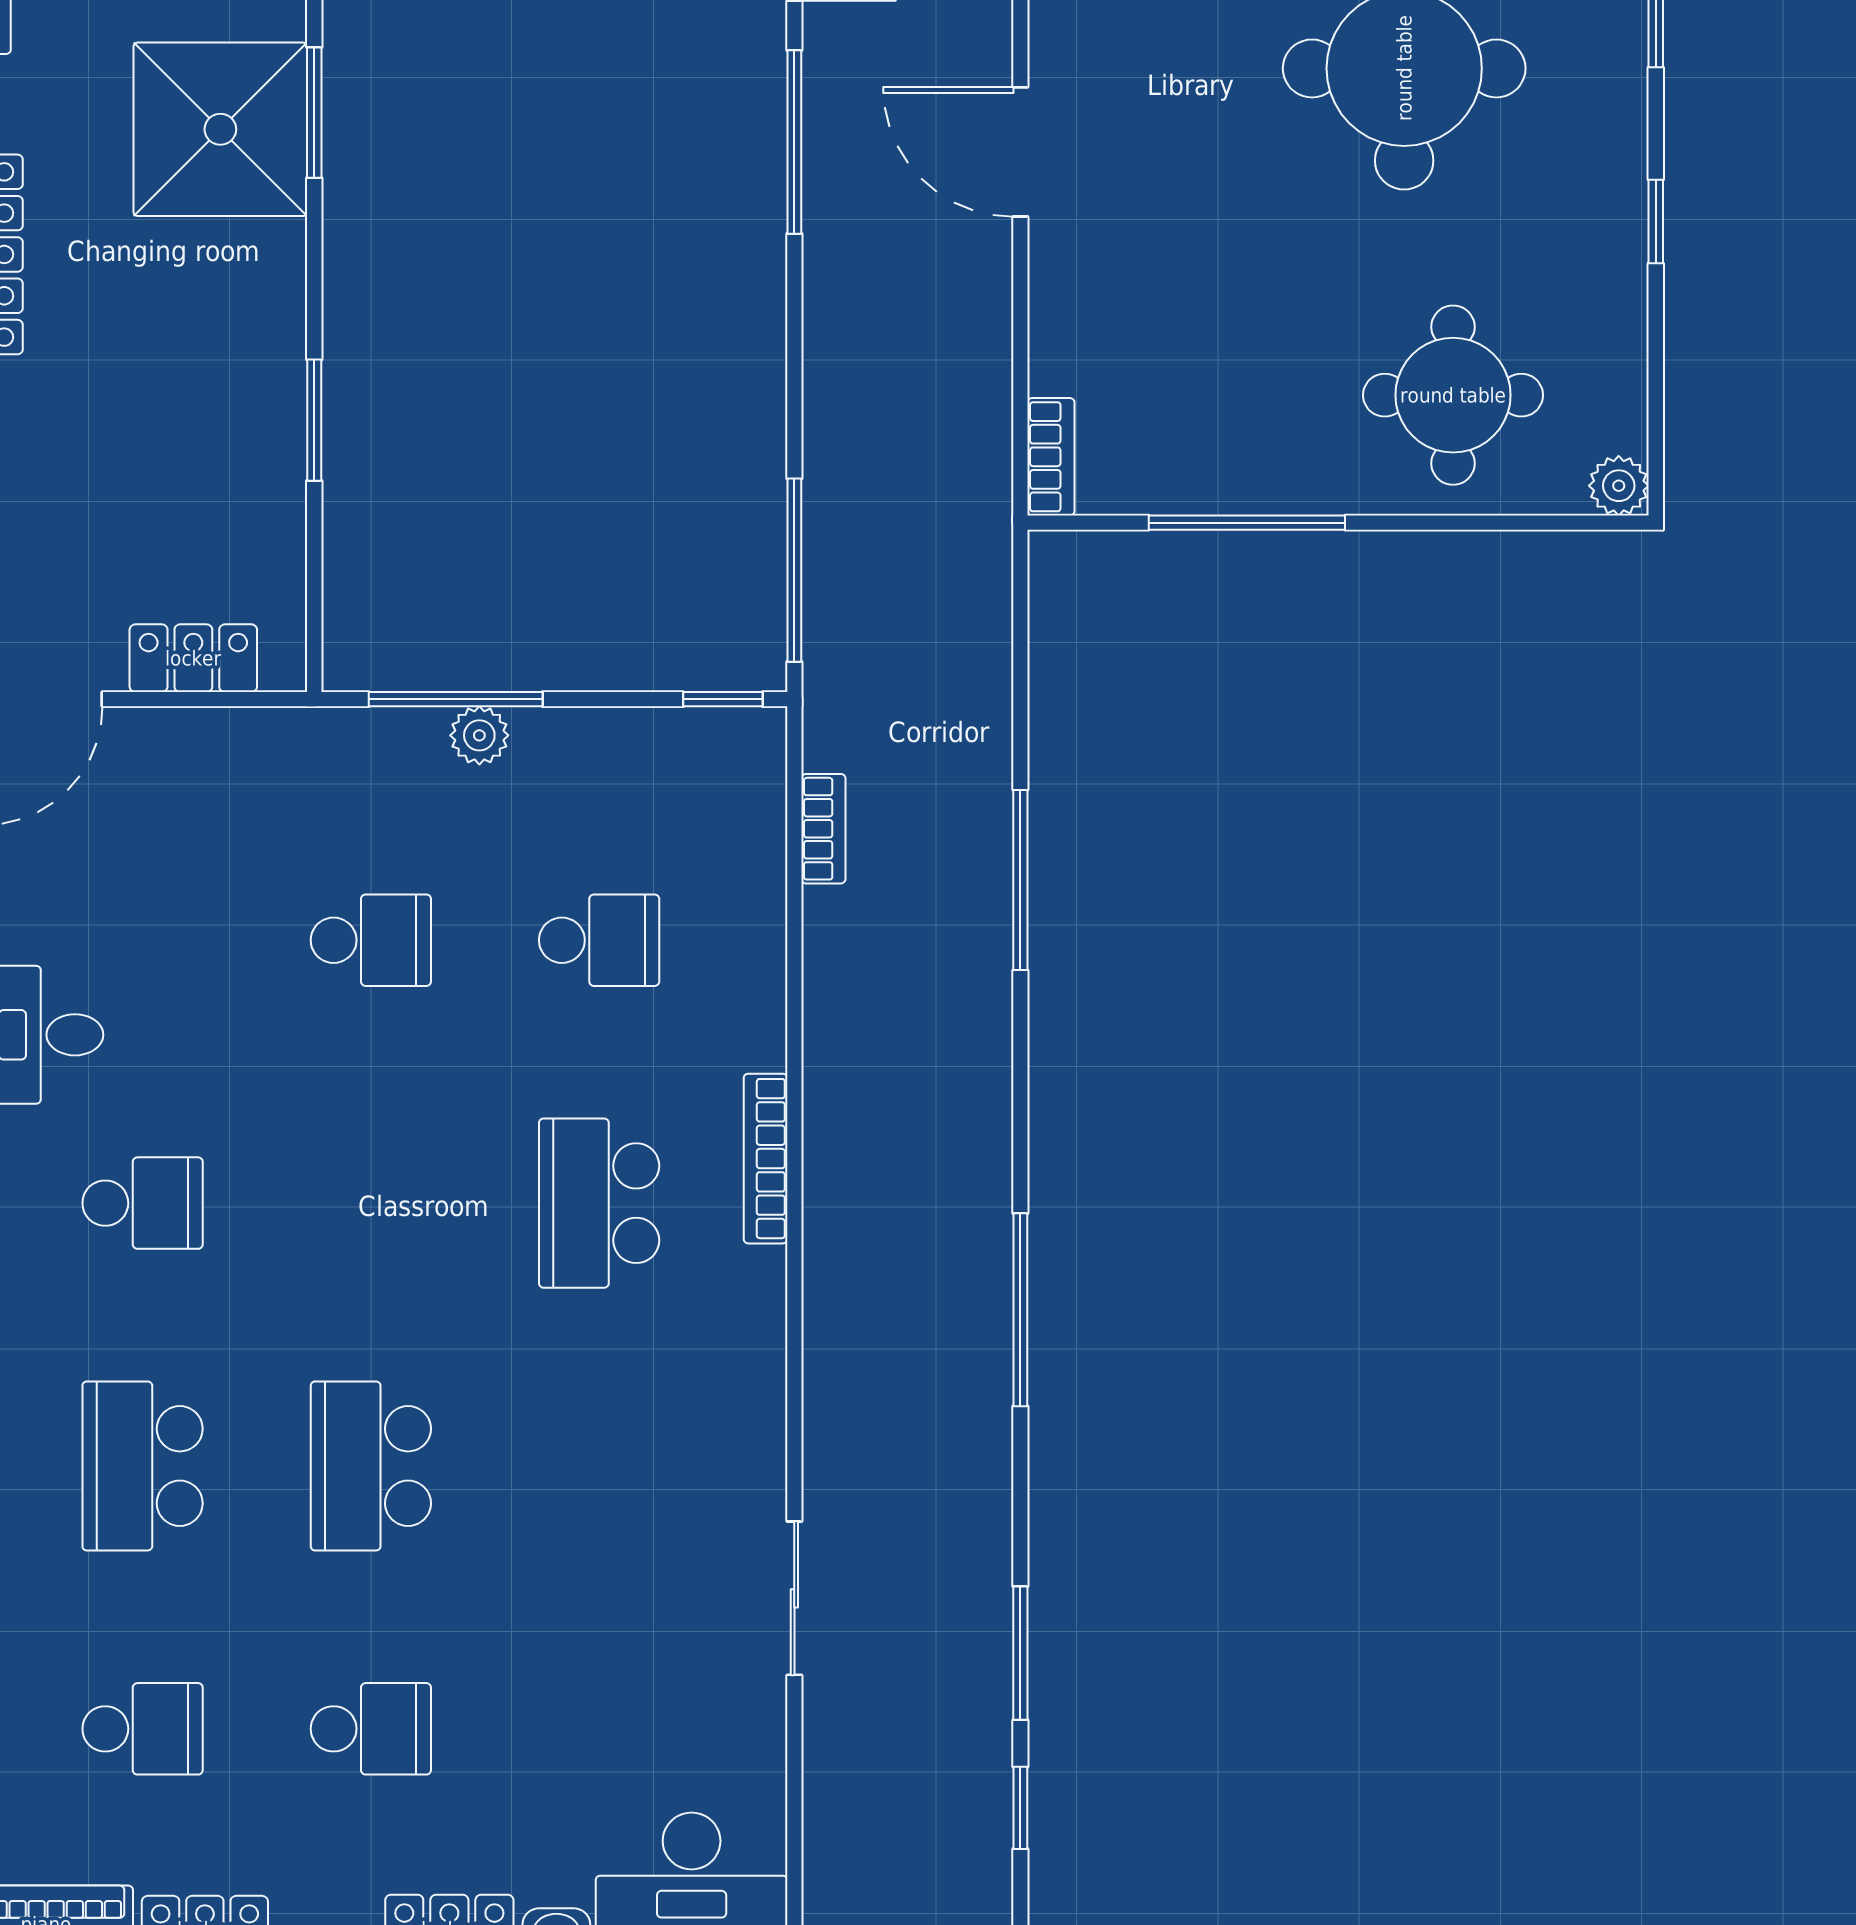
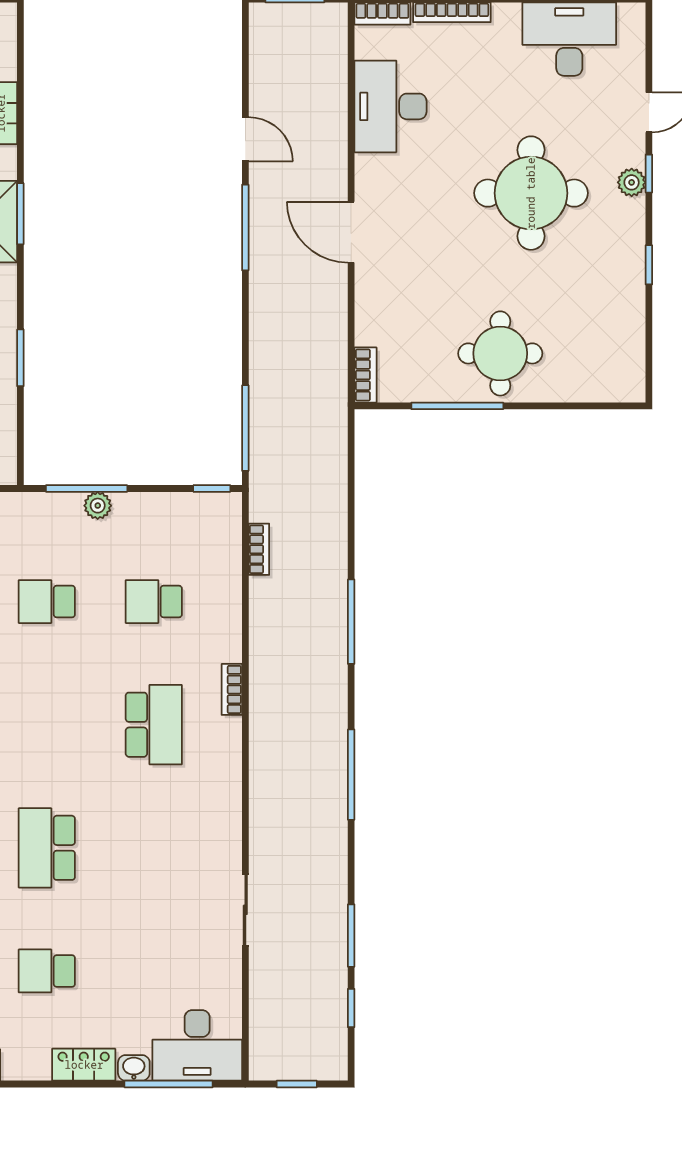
round table: (1453, 395) -> (500, 353), moved
plant: (1619, 486) -> (632, 182), moved
window: (1020, 880) -> (351, 622), moved
school desk: (371, 940) -> (47, 602), turned 180
school desk: (599, 940) -> (154, 602), turned 180
bookcase: (766, 1159) -> (232, 689), width x0.64
school desk: (599, 1203) -> (154, 725), turned 180
school desk: (371, 1729) -> (47, 971), turned 180

